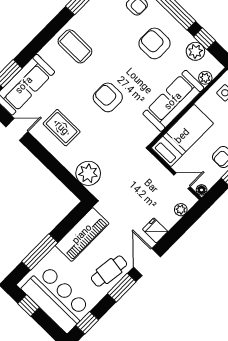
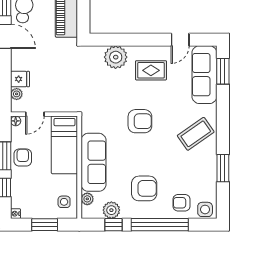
coffee table: (75, 46) -> (196, 134), turned -35
plant: (88, 173) -> (116, 57), moved
fridge: (155, 230) -> (20, 79), moved

